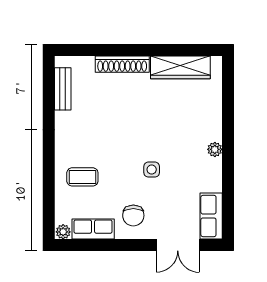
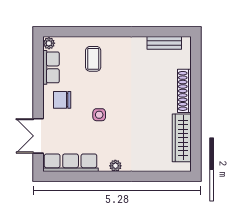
row of seats: (211, 216) -> (71, 163), width x1.48

